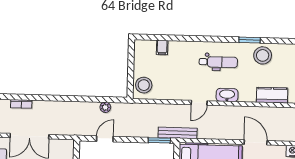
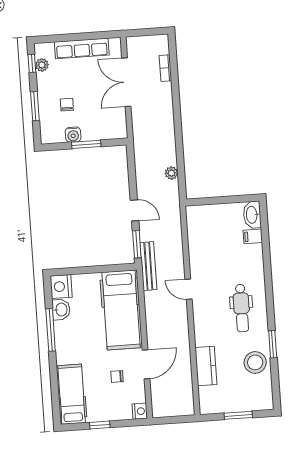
stool: (144, 85) -> (204, 218), removed
washbasin: (227, 95) -> (252, 215), moved, turned 180
kitchen counter: (272, 95) -> (206, 366), moved
door: (105, 139) -> (134, 210), moved

